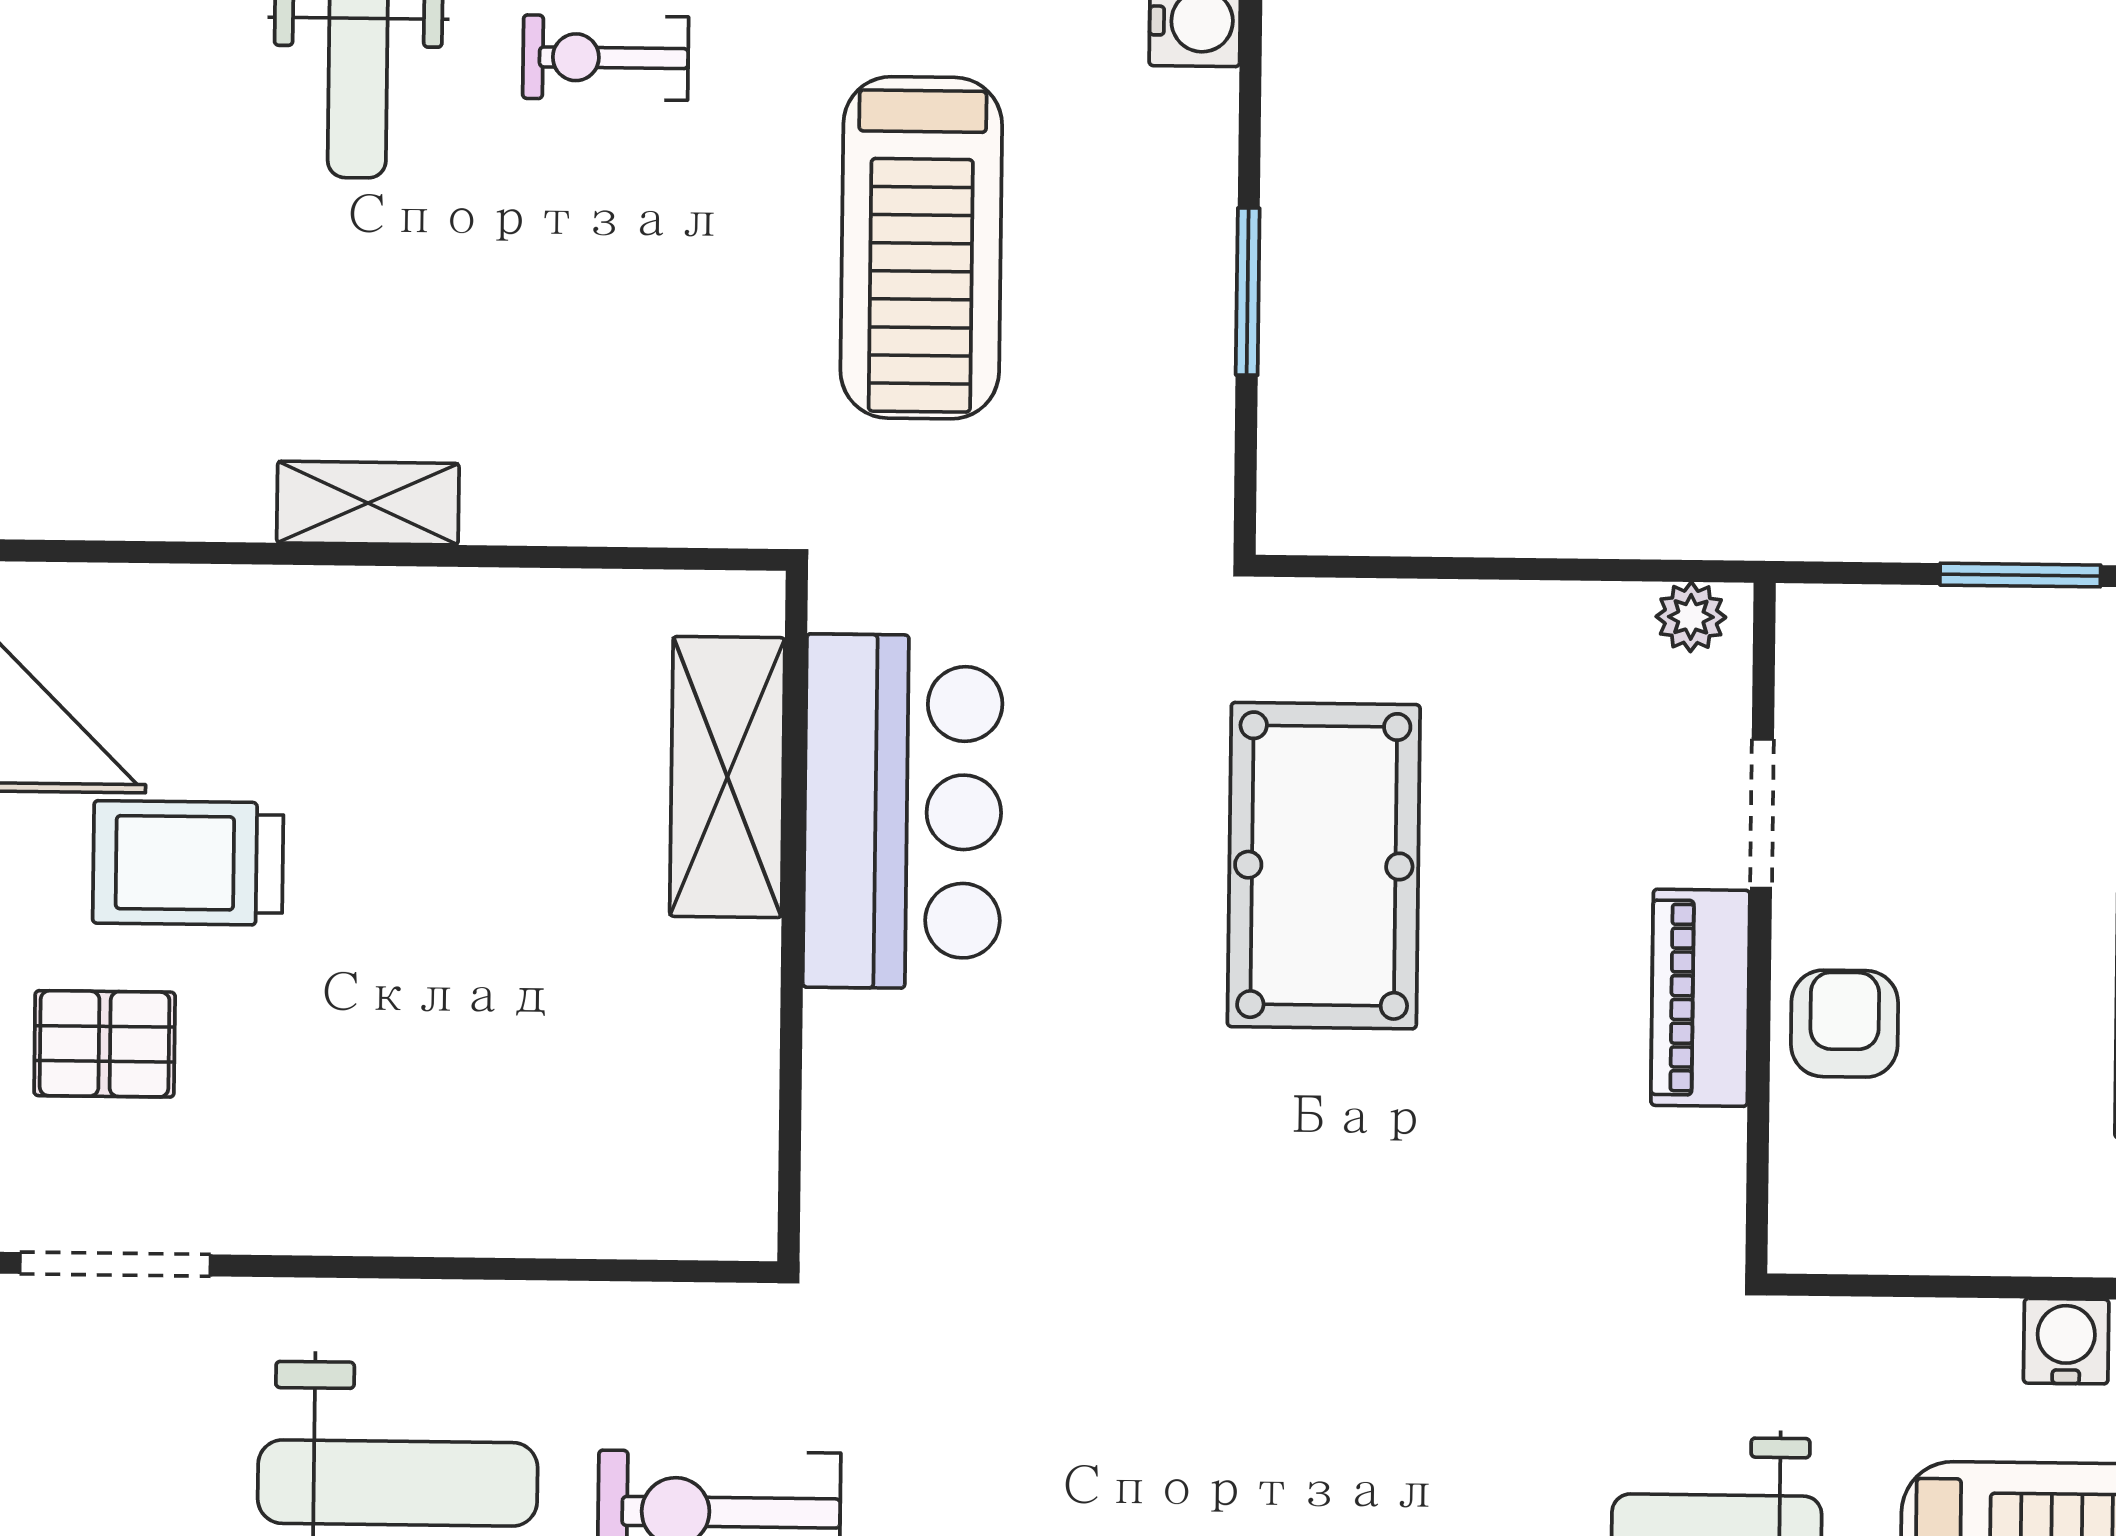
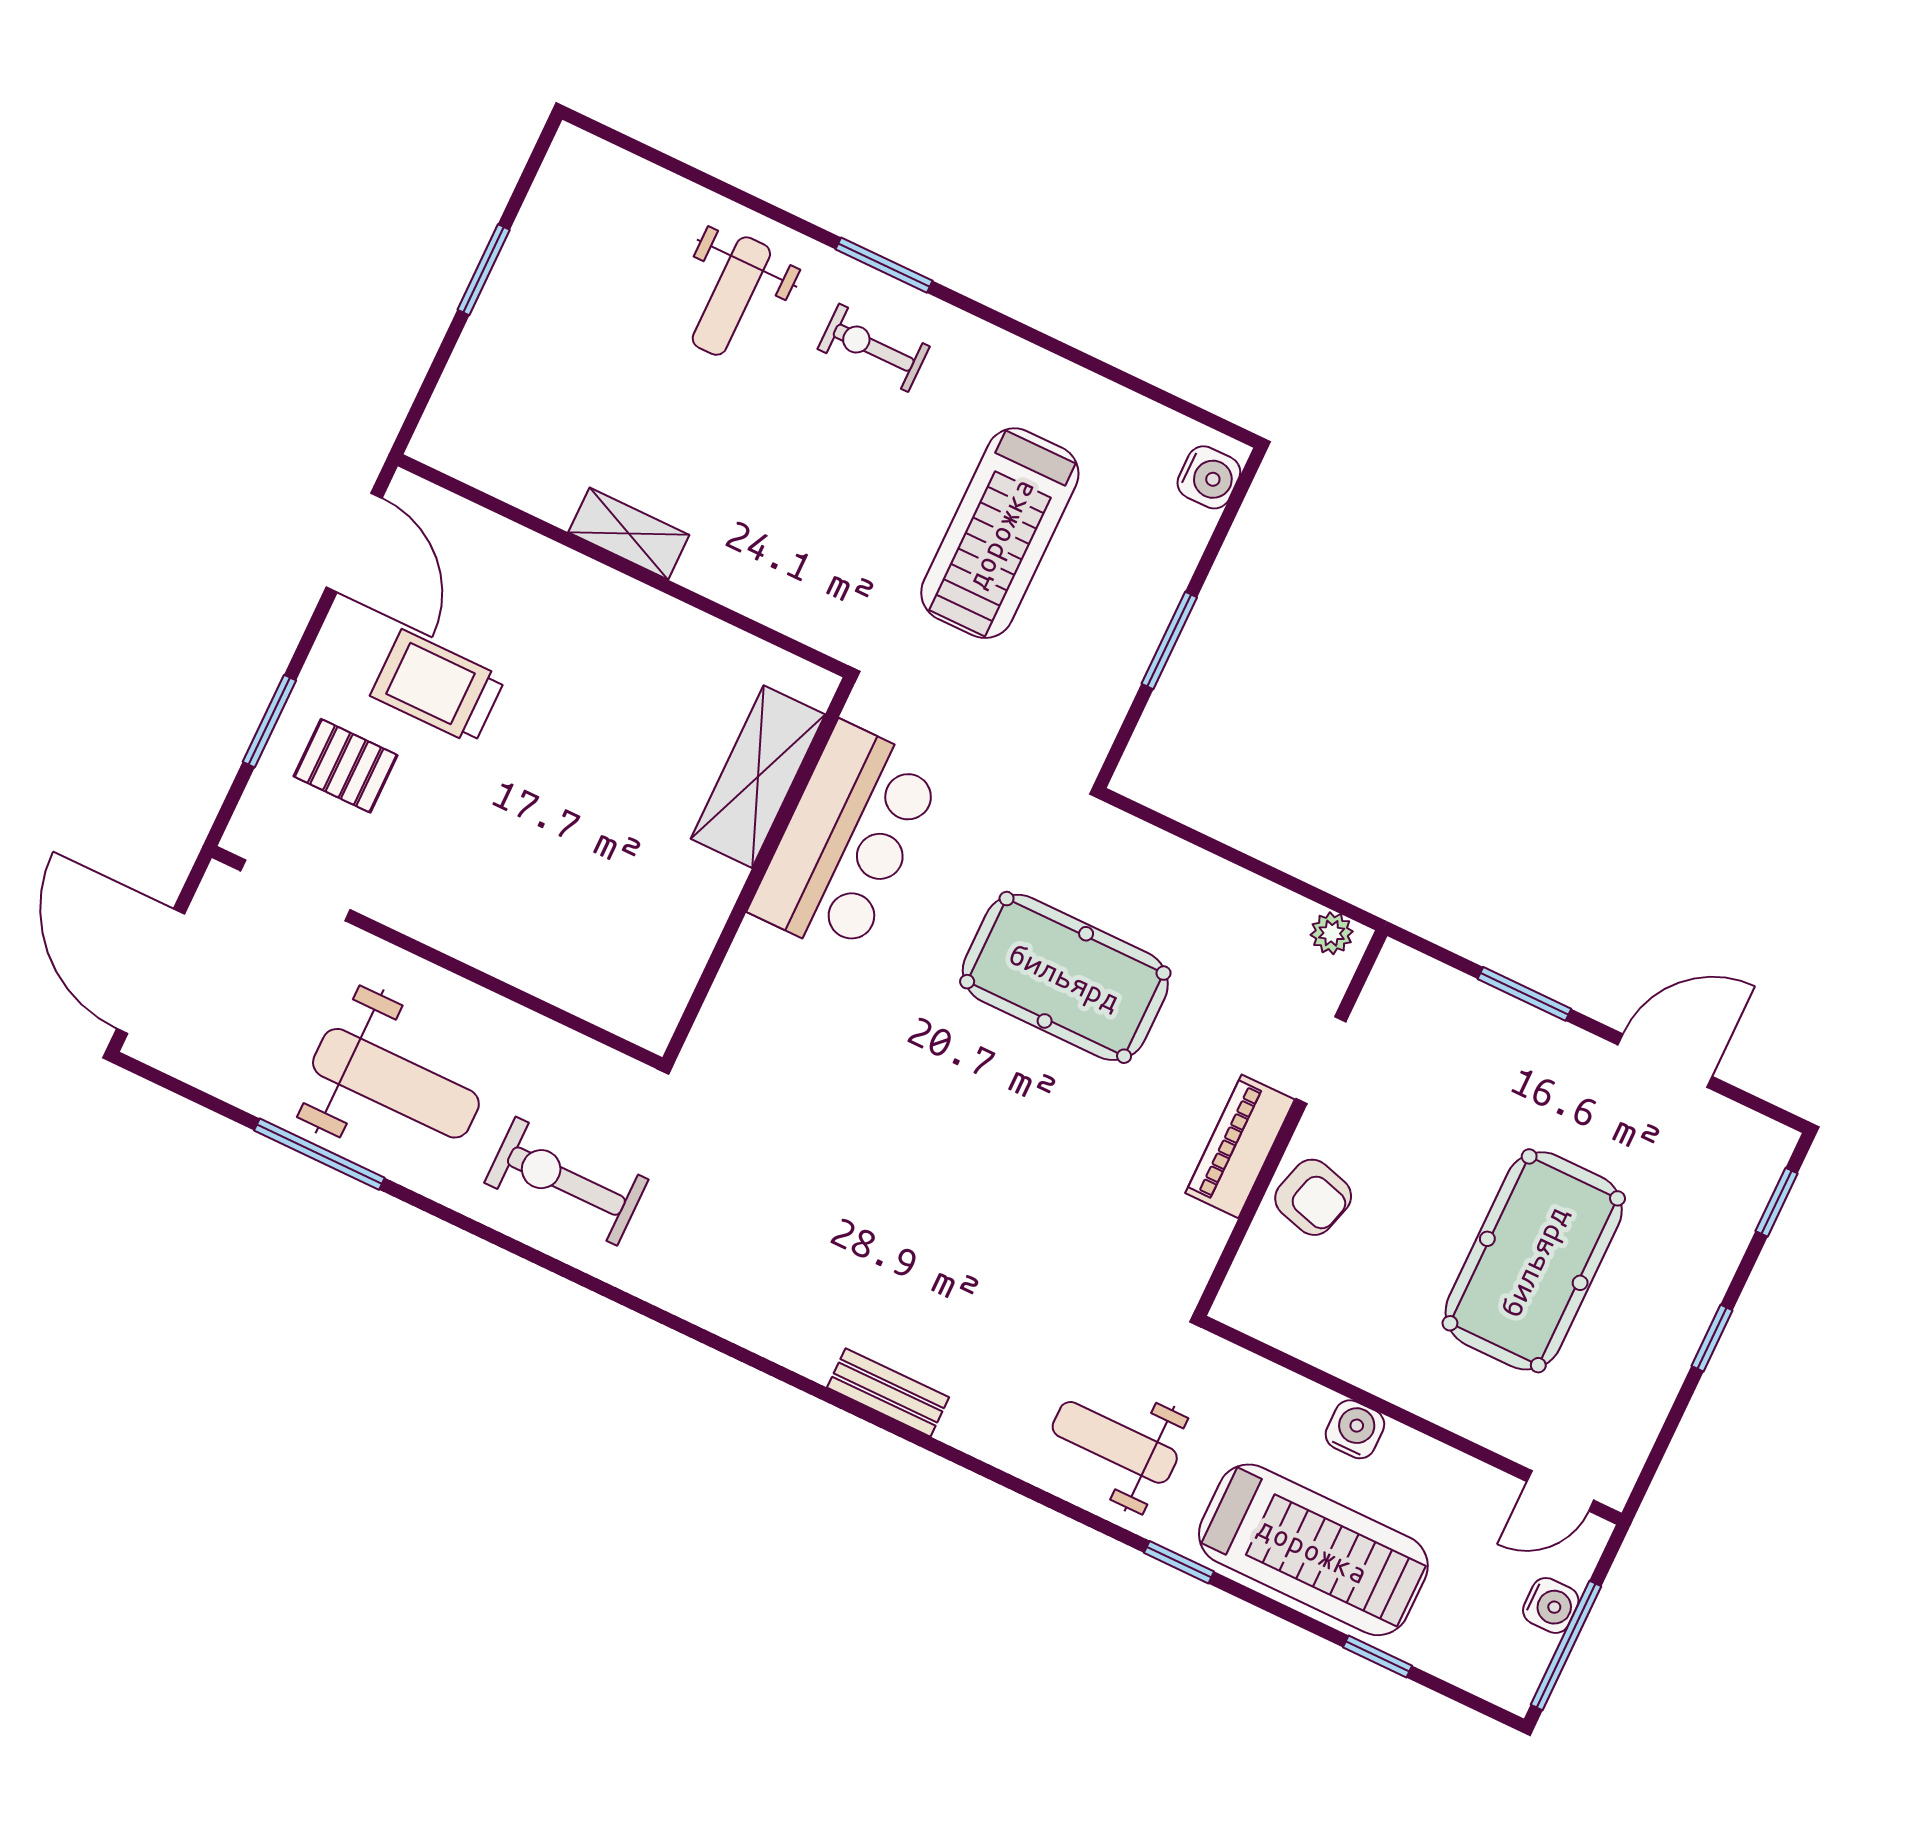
pool table: (1324, 866) -> (1065, 977), turned 90
armchair: (1845, 1024) -> (1313, 1197), turned 106

